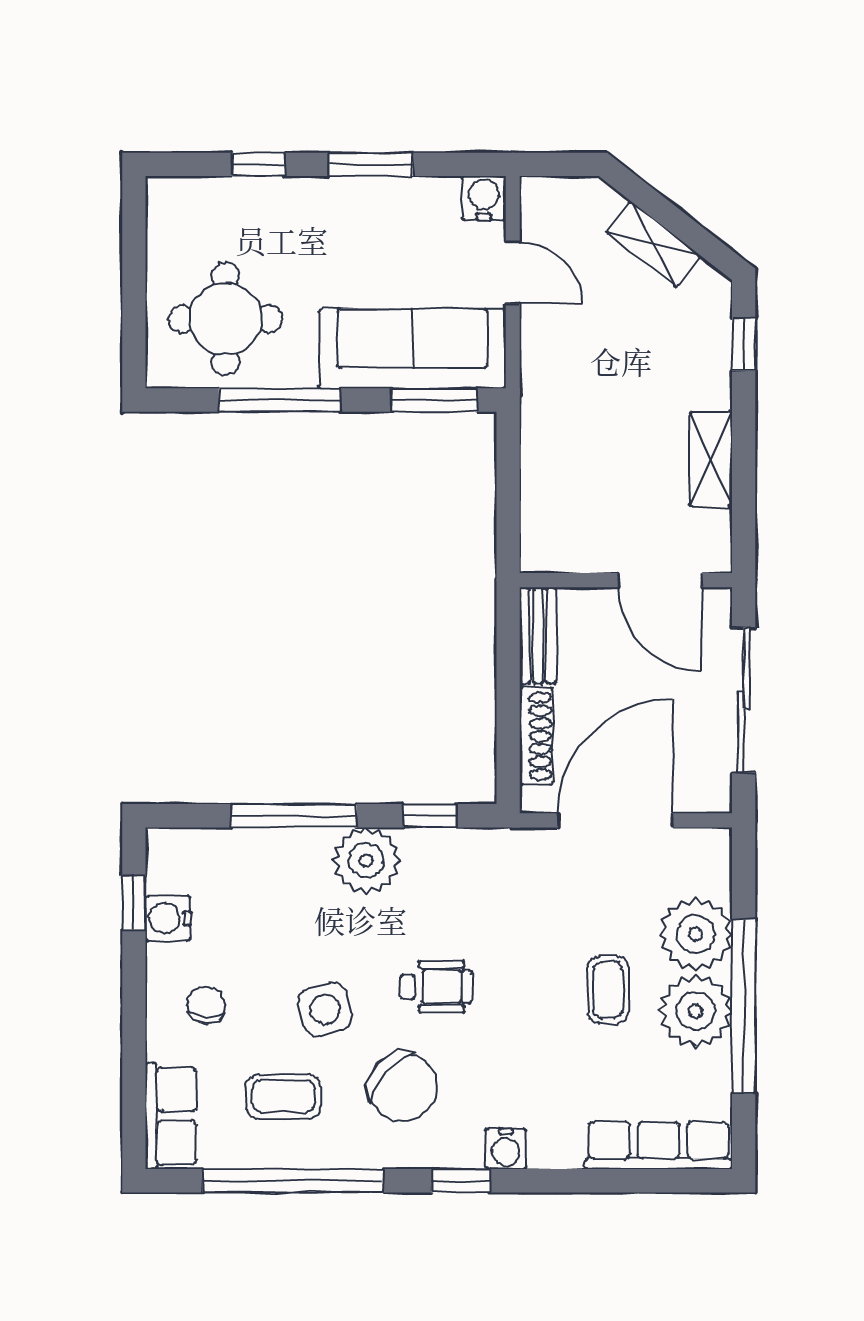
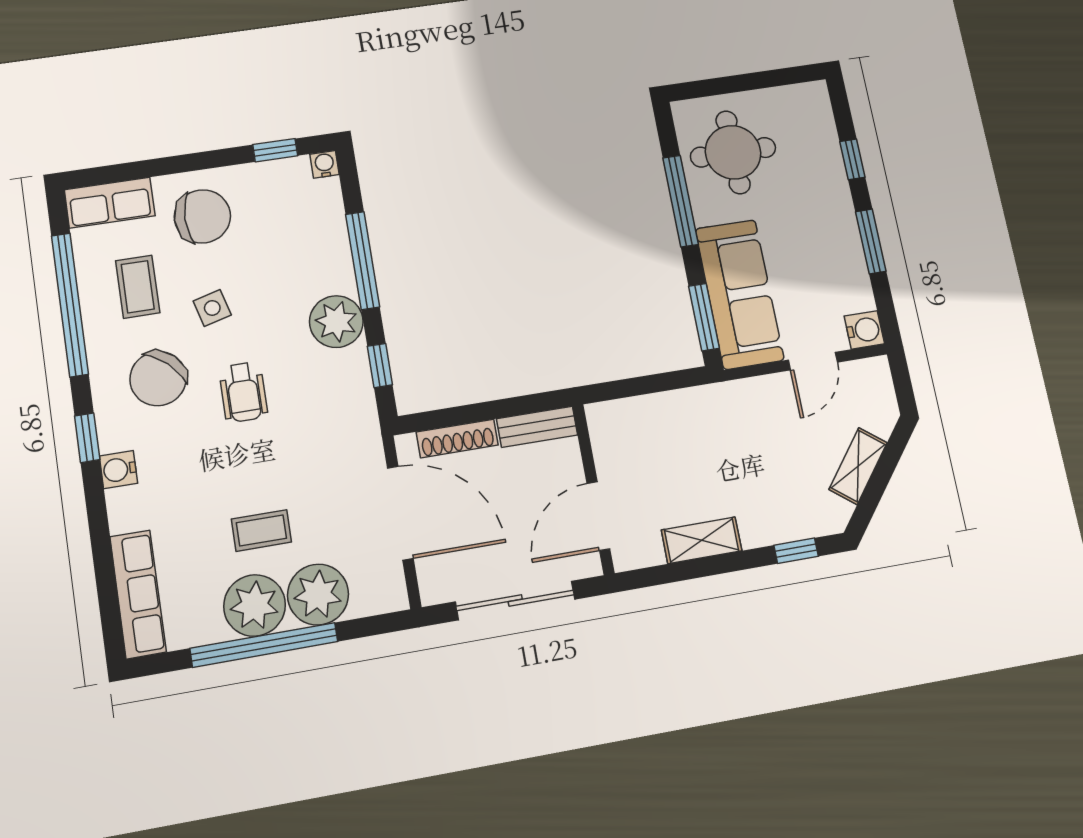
water cooler: (168, 918) -> (325, 164), moved, width x0.72, depth x0.72
chair: (206, 1005) -> (202, 216), width x1.87, depth x1.87
side table: (325, 1009) -> (212, 308), width x0.73, depth x0.73

